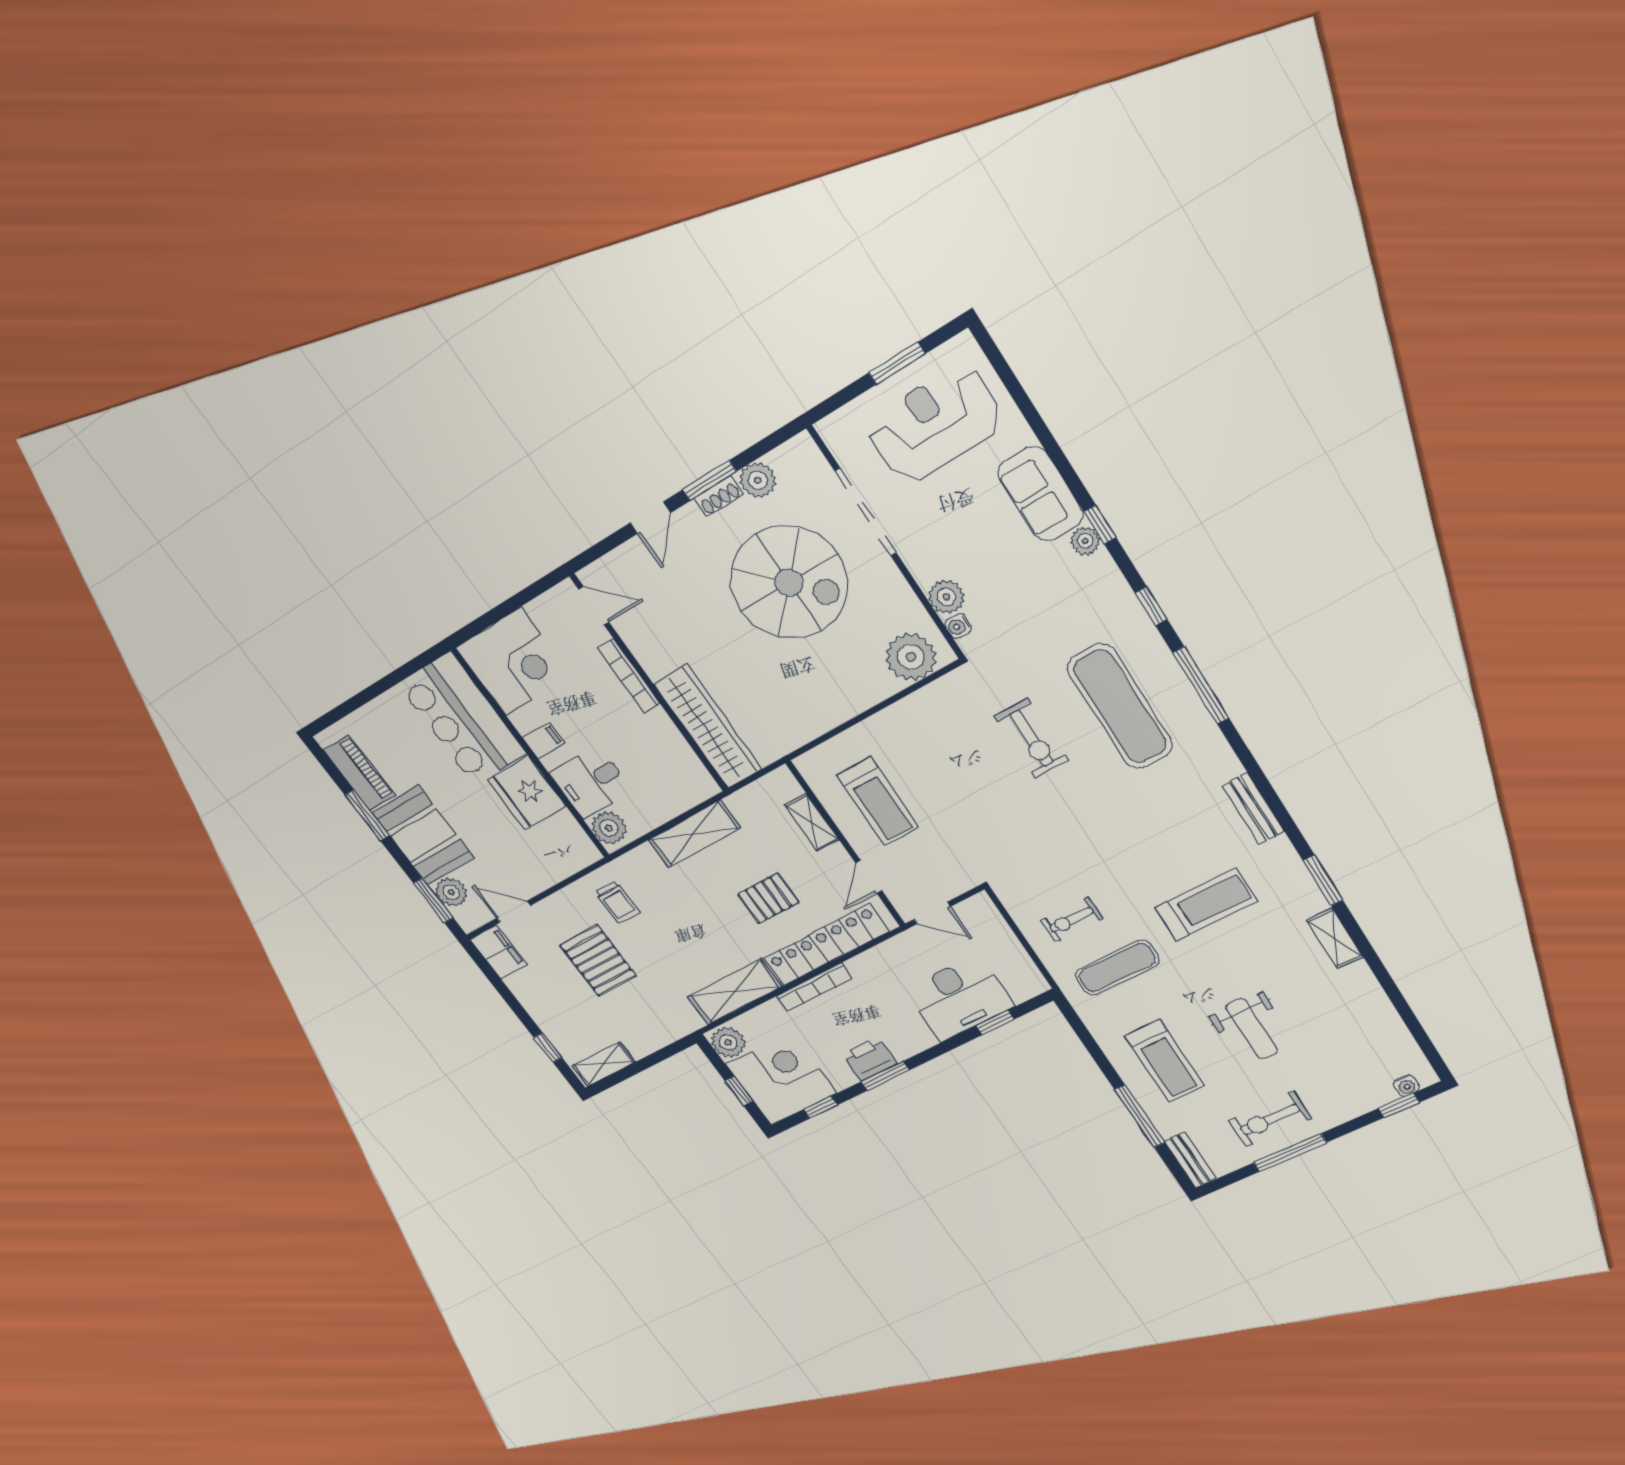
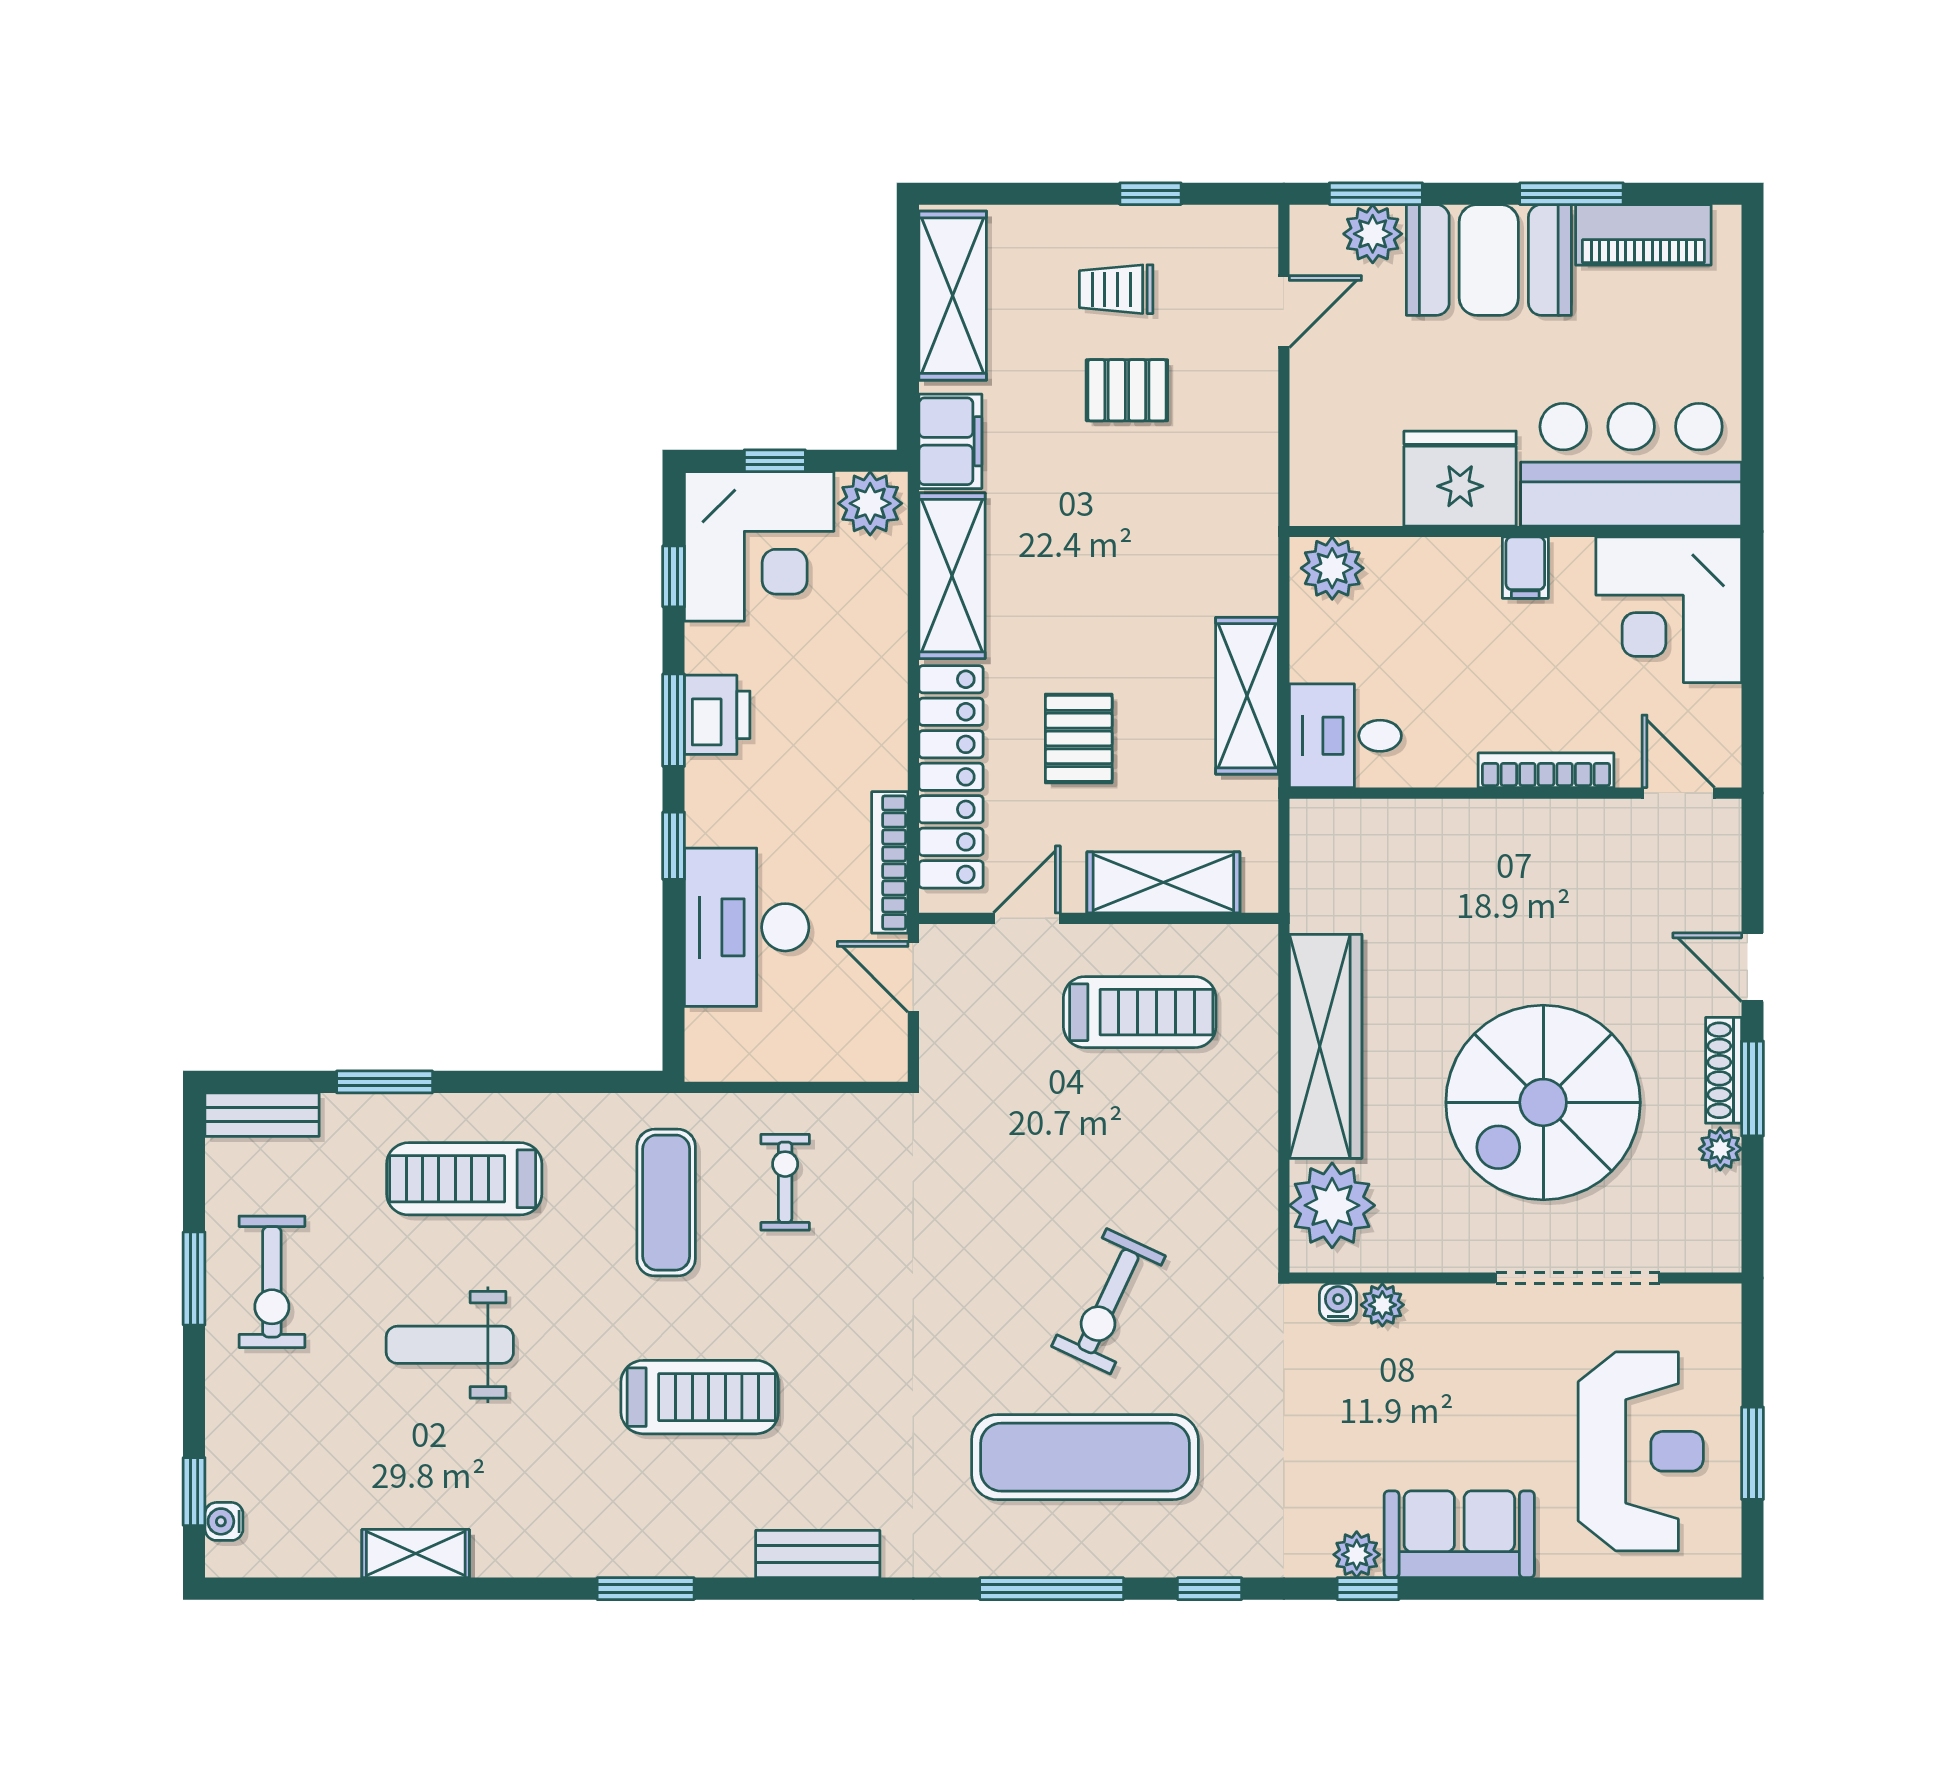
plant: (758, 480) -> (1720, 1149), width x0.73, depth x0.73
shoe rack: (719, 496) -> (1724, 1070), width x1.43
plant: (946, 597) -> (1382, 1305), width x0.73, depth x0.73
door: (594, 606) -> (1678, 793), swing flipped
wardrobe: (708, 727) -> (1326, 1046), moved, turned -90
exercise bike: (1032, 739) -> (1108, 1301), turned -65
desk: (591, 782) -> (1345, 736), moved, turned -90
treadmill: (878, 801) -> (1140, 1012), turned 180
shelving: (812, 822) -> (1163, 882), width x1.50, depth x1.33
door: (869, 877) -> (1027, 918), hinge flipped
trolley: (617, 903) -> (1116, 289), moved
treadmill: (1206, 904) -> (700, 1397), turned -90
door: (932, 913) -> (913, 977), hinge flipped
shelving: (1335, 938) -> (416, 1554), moved
filing cabinet: (499, 952) -> (950, 441), moved, turned -90
pallet: (598, 960) -> (1127, 390), width x0.67, depth x0.71
bookcase: (814, 987) -> (890, 862), moved
window: (995, 1023) -> (674, 846), moved
window: (548, 1048) -> (1150, 194), moved
shelving: (604, 1064) -> (953, 296), width x1.50, depth x1.33
window: (1140, 1116) -> (385, 1082), width x0.69
exercise bike: (1270, 1119) -> (272, 1282), turned 180
window: (1290, 1153) -> (194, 1278), width x0.69

